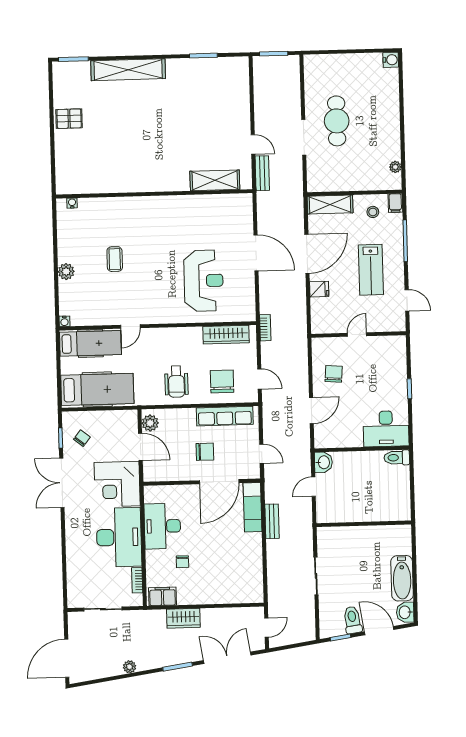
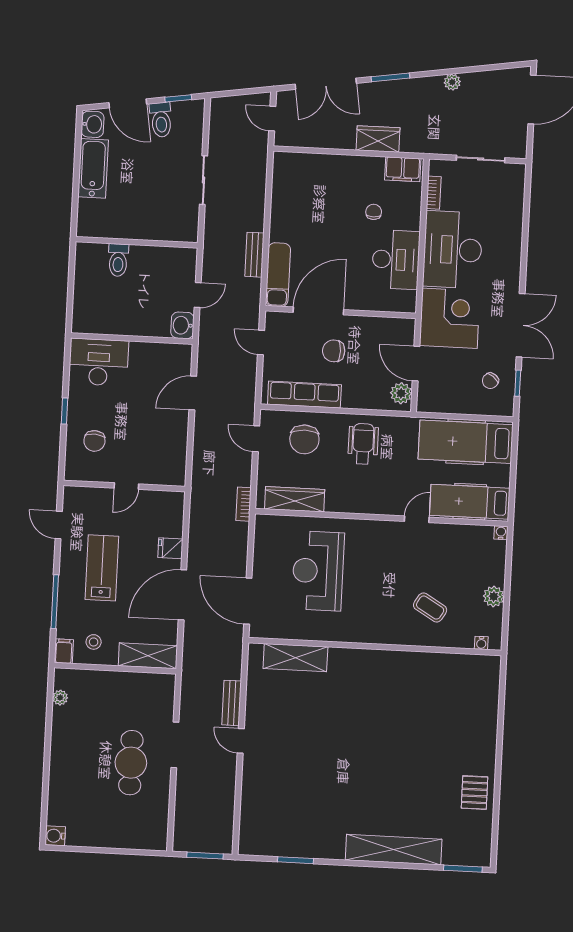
pallet: (69, 119) -> (475, 793), turned 90
shelving: (215, 180) -> (295, 658), moved
wall: (154, 194) -> (375, 646), moved
water cooler: (72, 203) -> (481, 643), moved
coffee table: (115, 259) -> (430, 608), turned -59
chair: (334, 374) -> (94, 441), moved
toilet: (397, 458) -> (118, 260), moved, turned 90
door: (266, 628) -> (272, 119), hinge flipped

